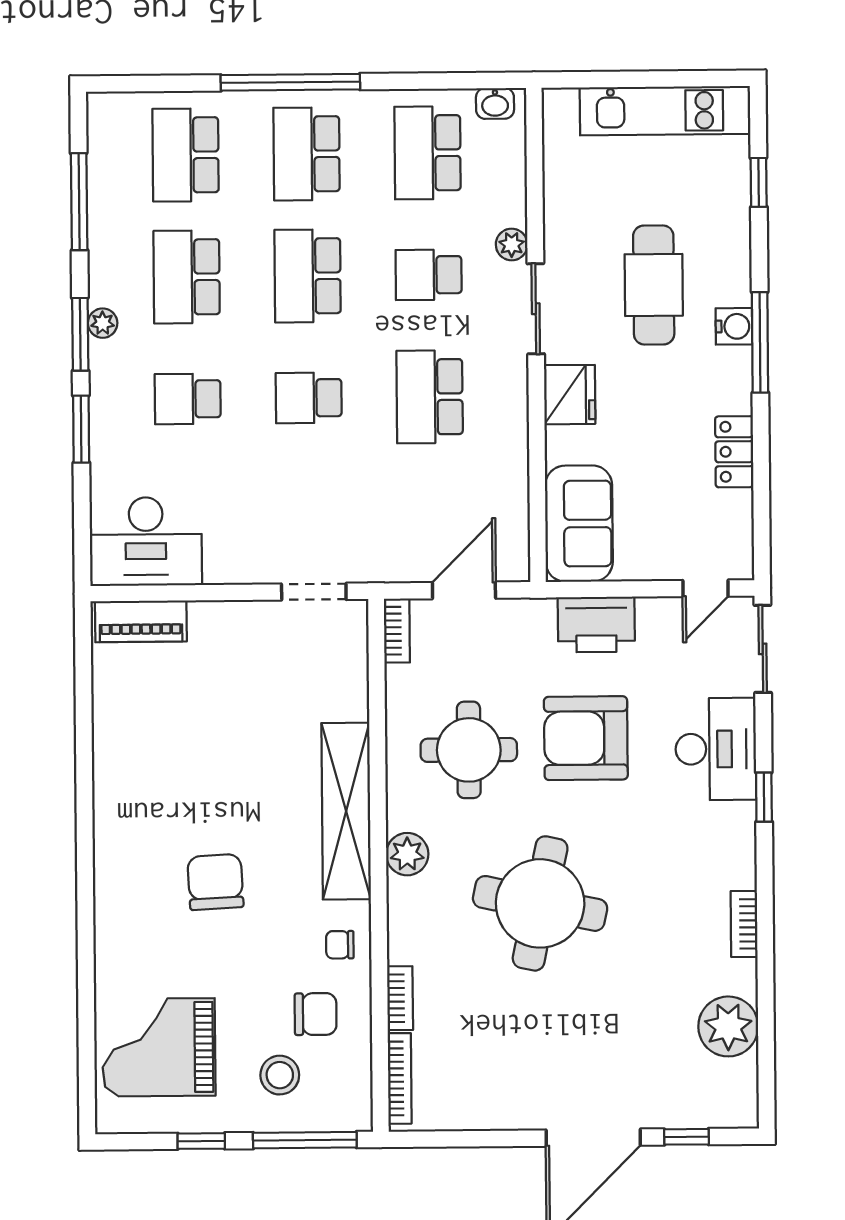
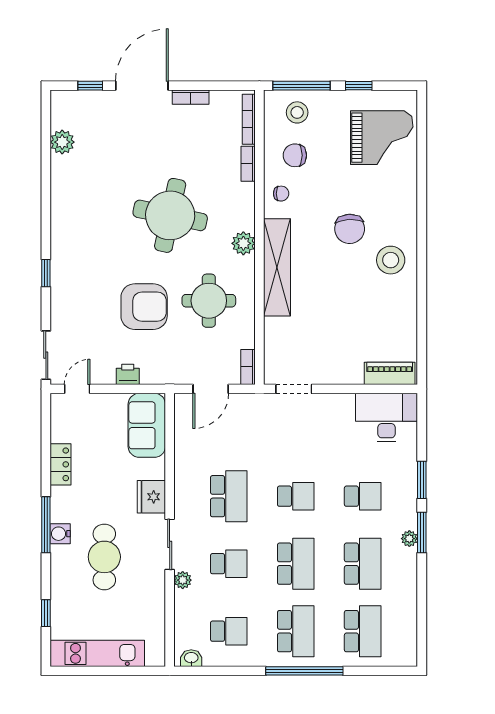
school desk: (428, 153) -> (229, 631), width x0.54
window: (79, 202) -> (422, 606), removed
printer: (596, 625) -> (128, 374), width x0.53, depth x0.68
desk: (716, 749) -> (72, 300), removed
stool: (141, 826) -> (391, 260), added
bookcase: (744, 924) -> (191, 97), moved, turned 90
plant: (728, 1026) -> (62, 142), width x0.73, depth x0.73
stool: (280, 1075) -> (297, 112), moved

